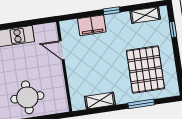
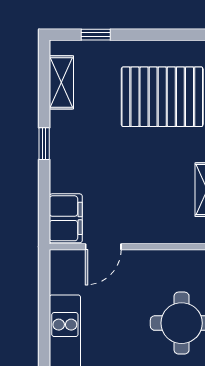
filing cabinet: (92, 25) -> (66, 218), moved

